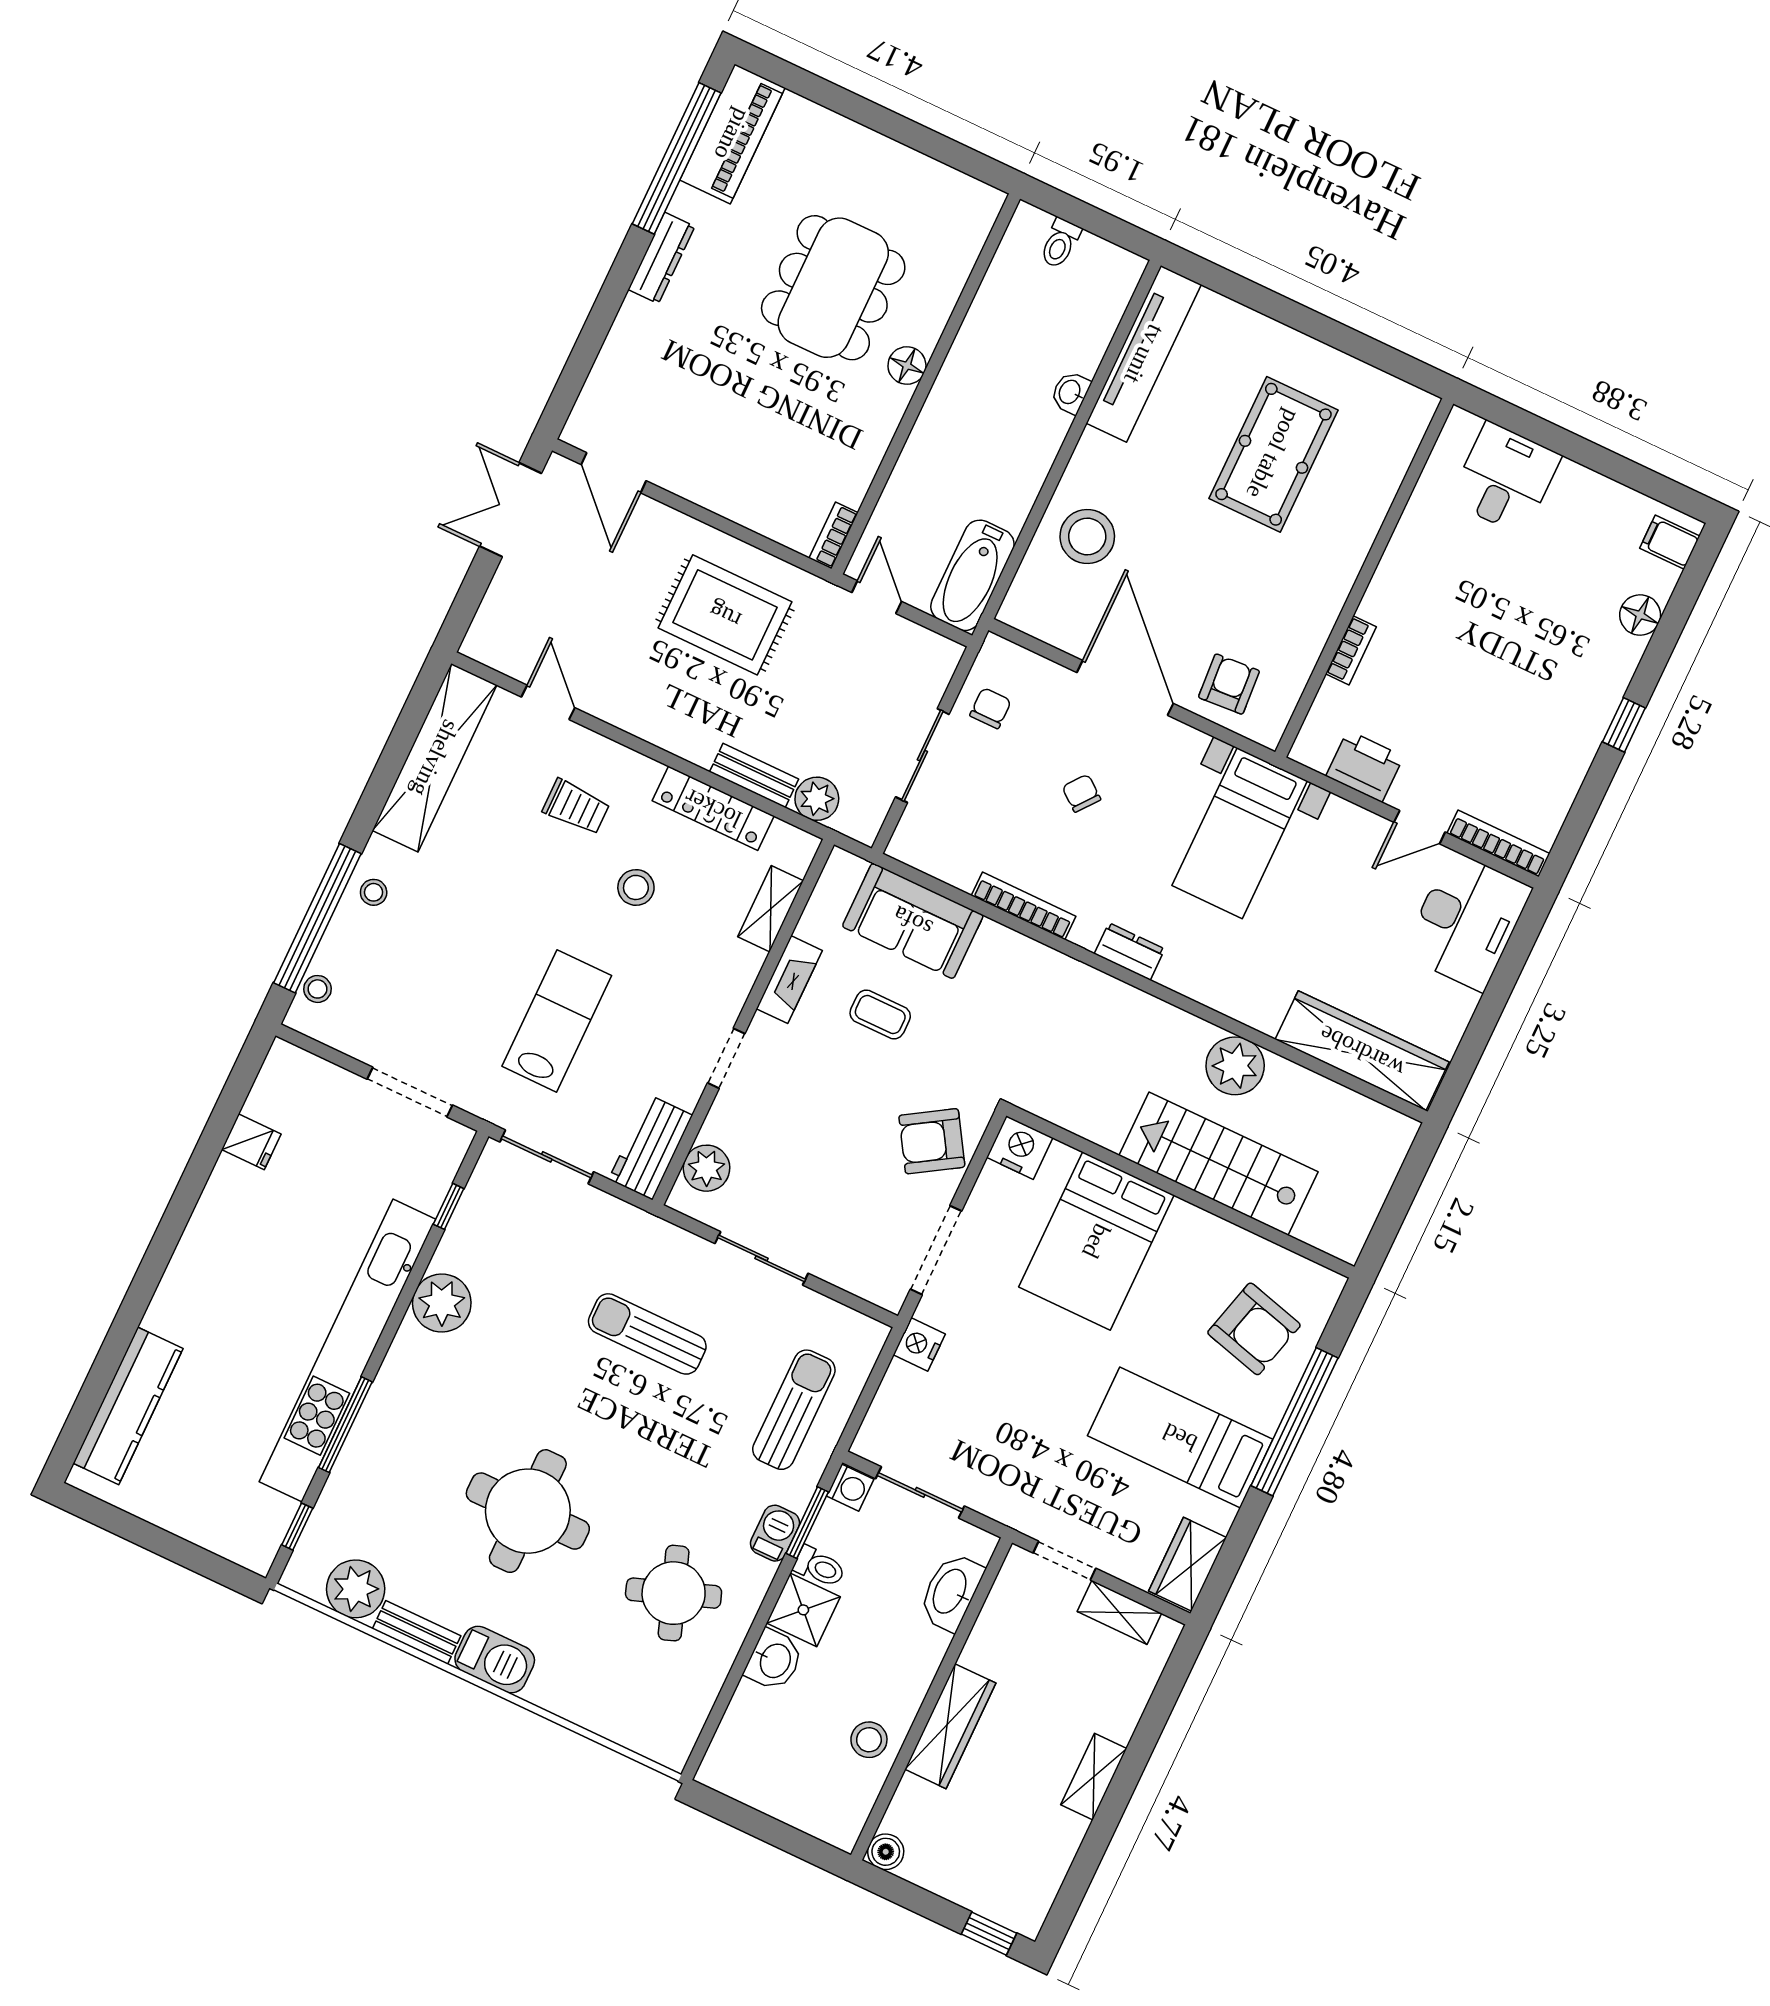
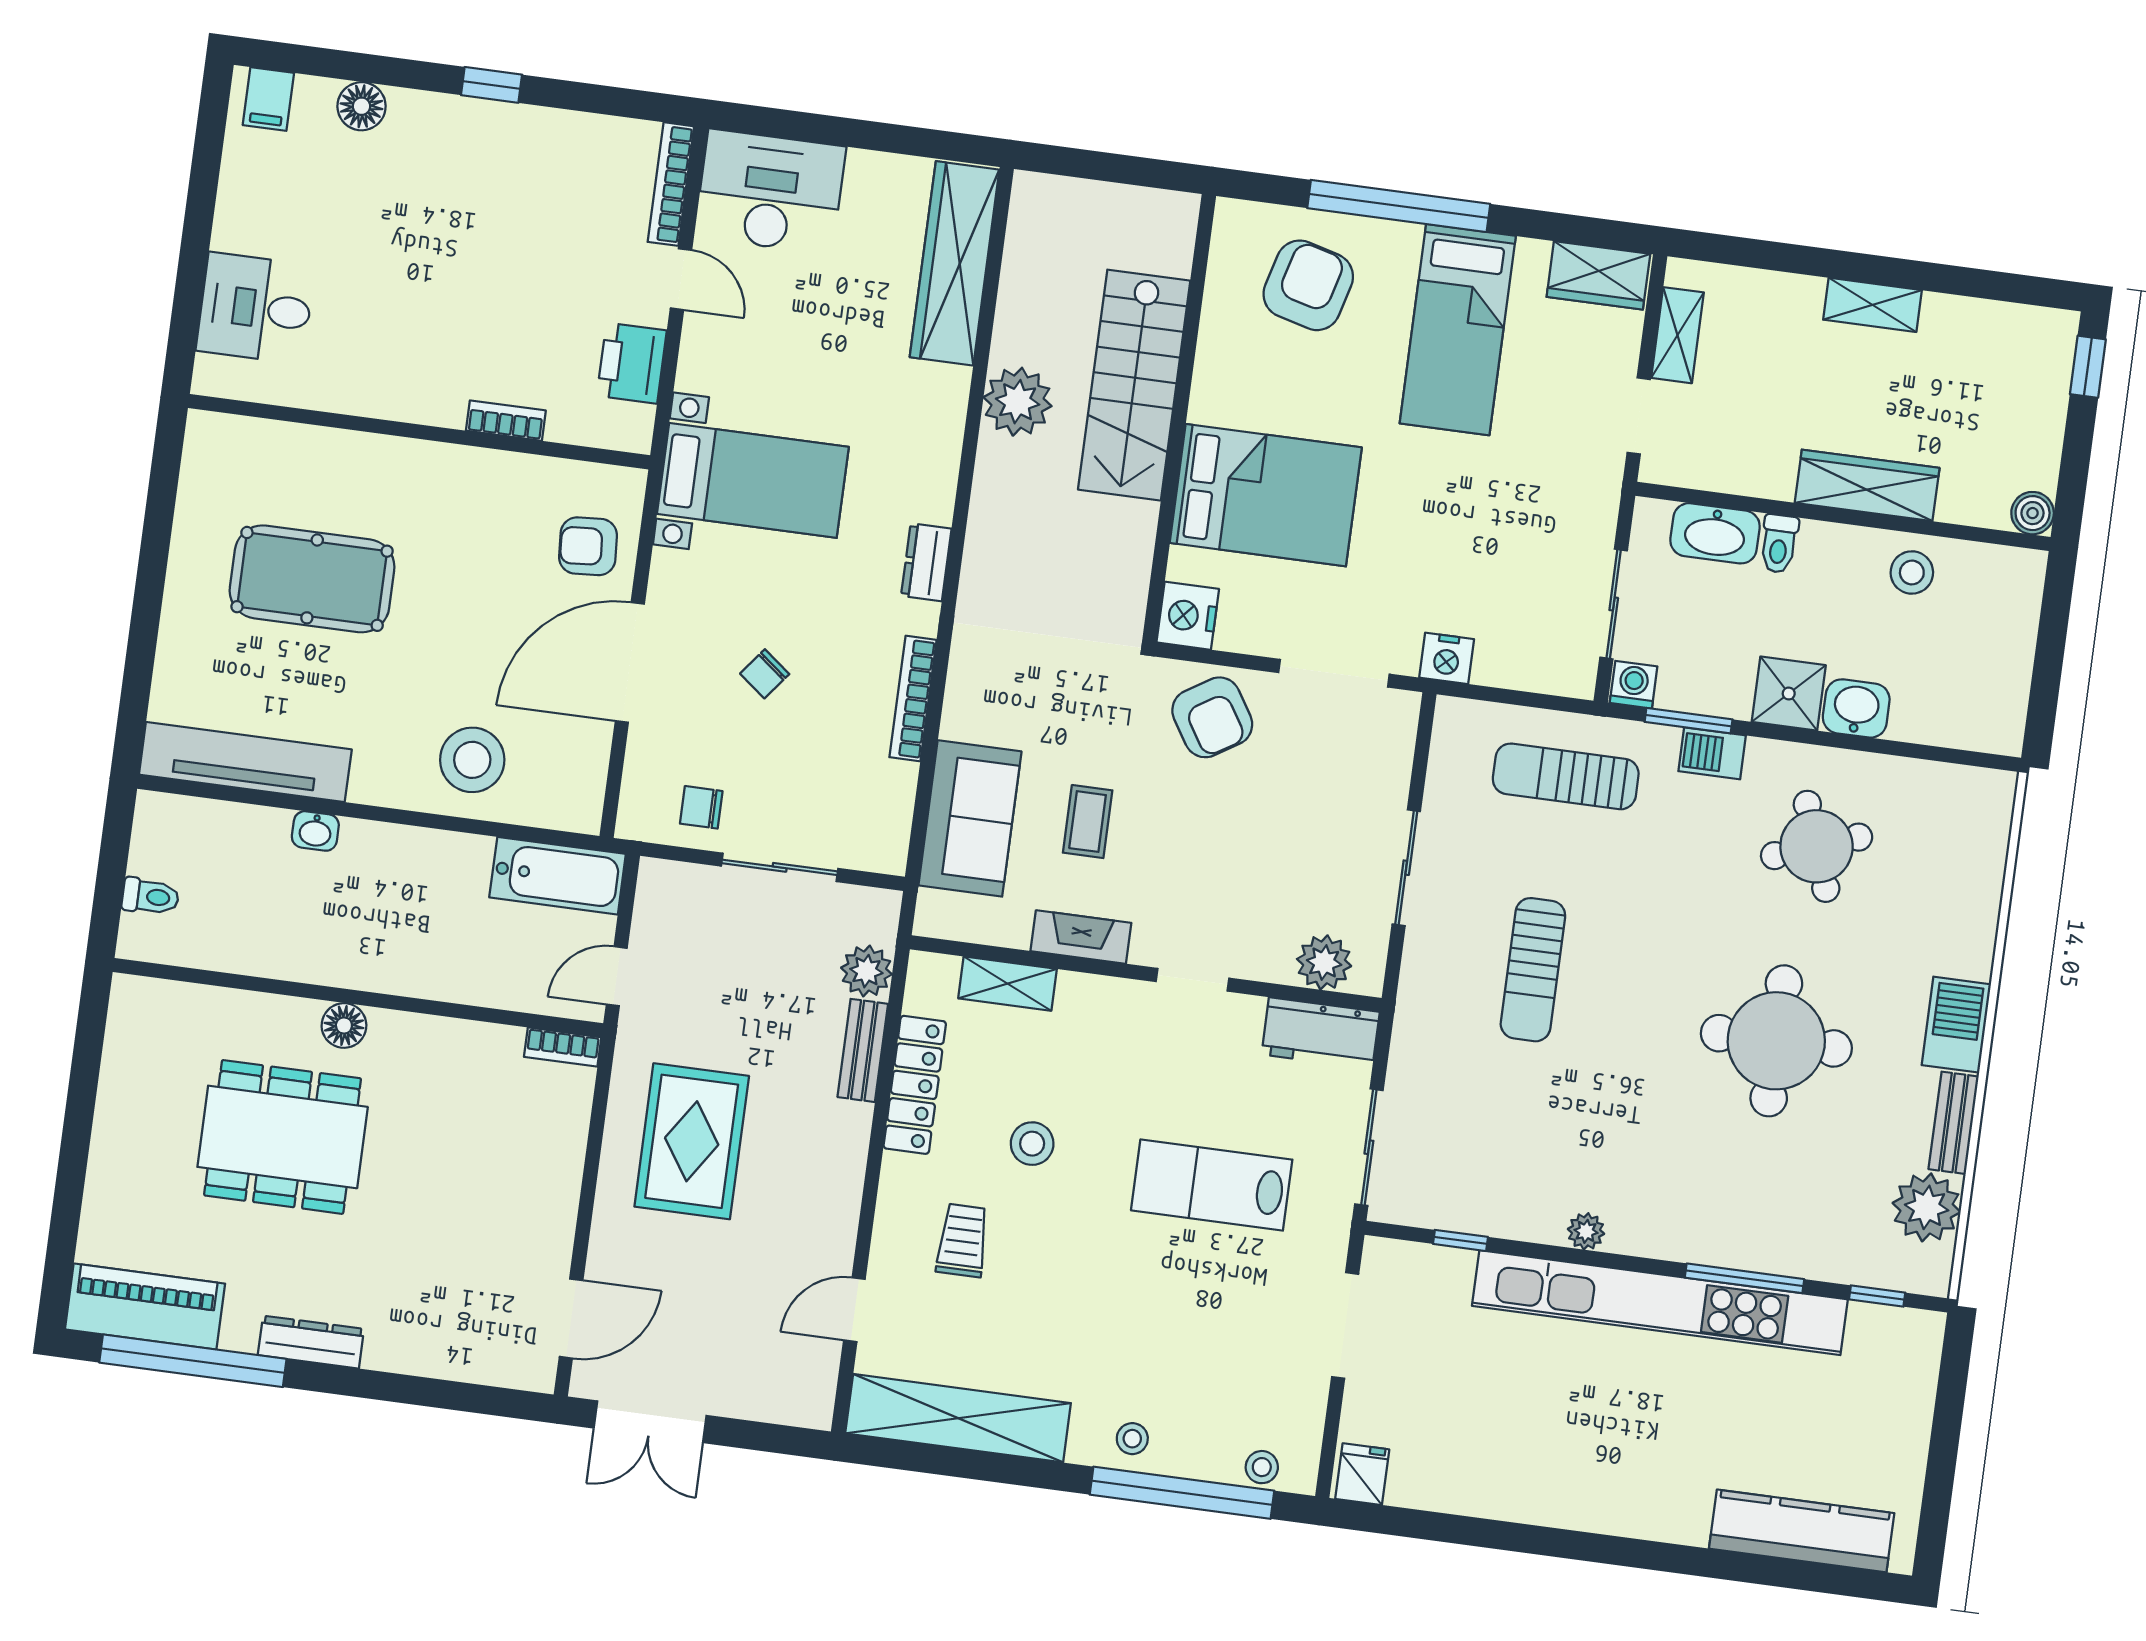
fridge: (251, 1142) -> (1362, 1474), moved
plant: (442, 1303) -> (1586, 1231), width x0.53, depth x0.53
toilet: (819, 1567) -> (1779, 544), moved, turned 180

